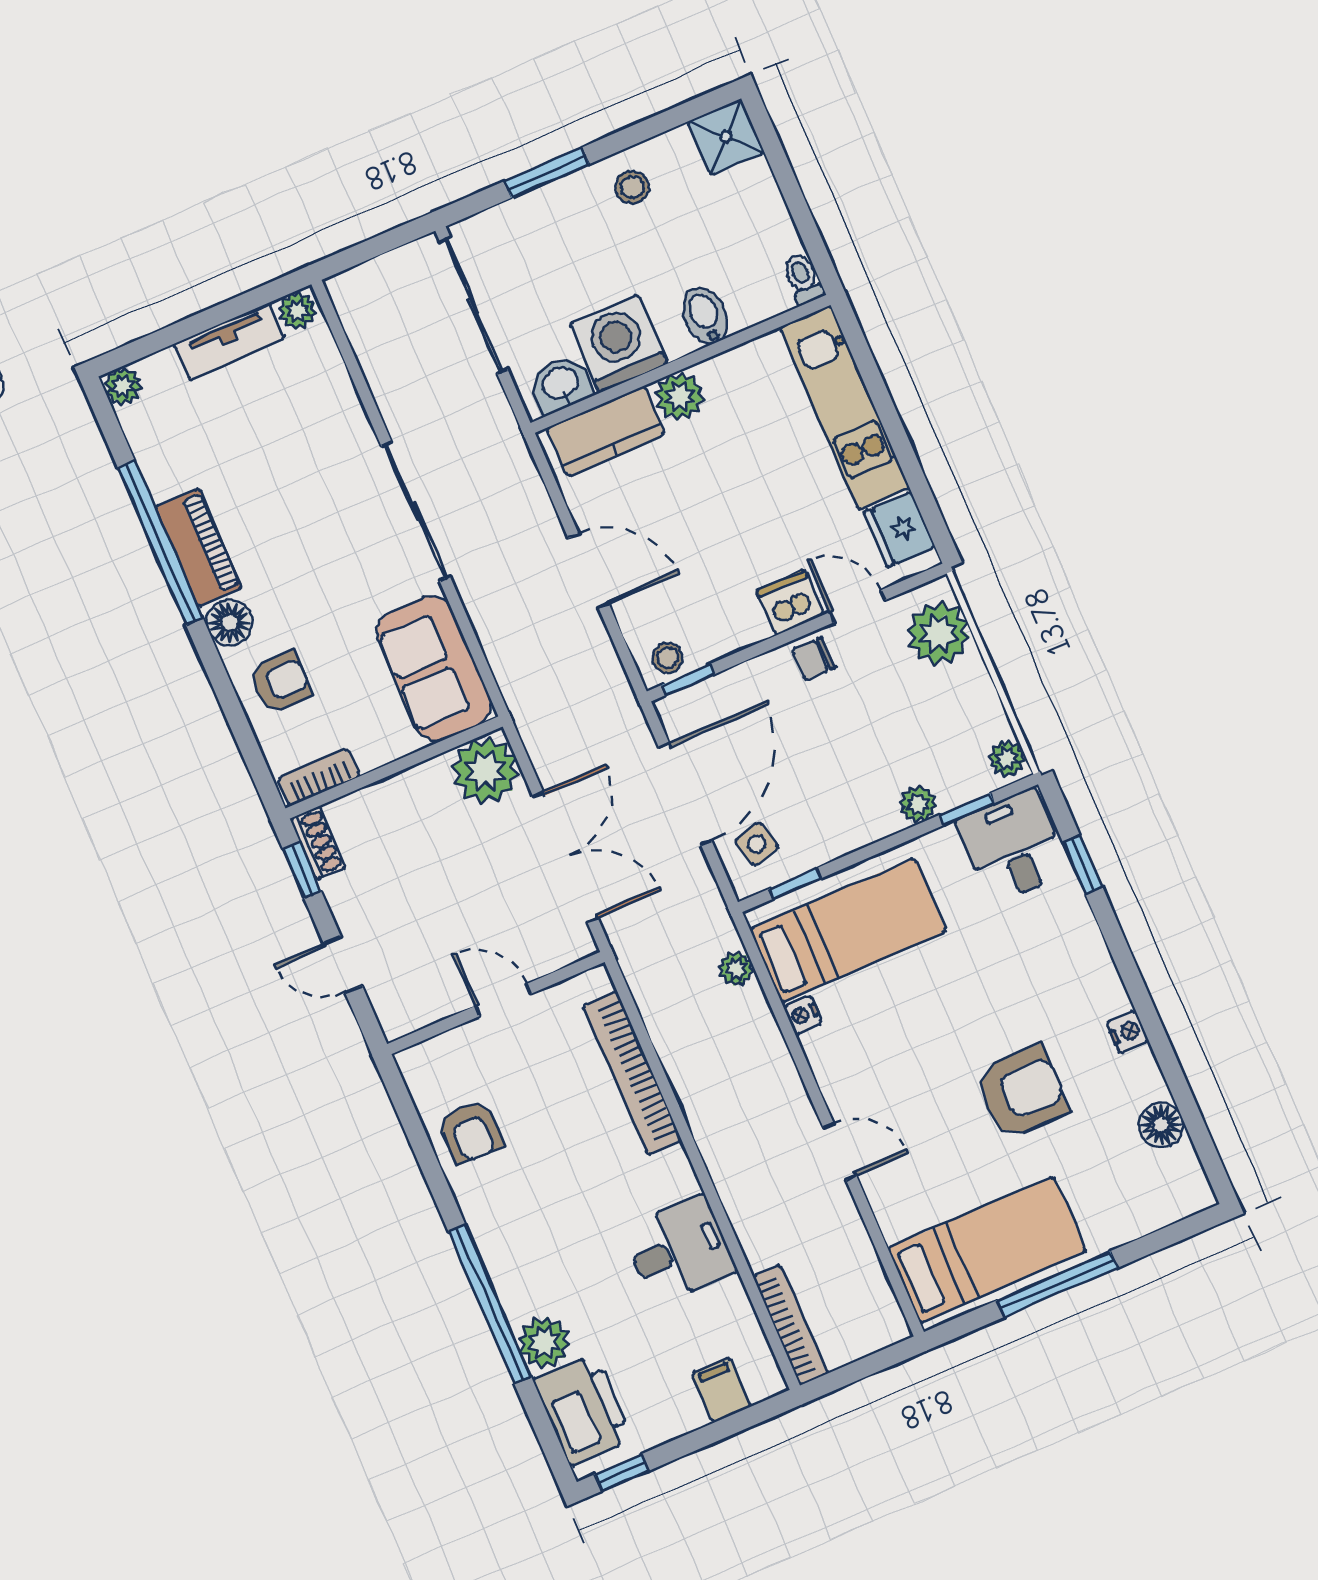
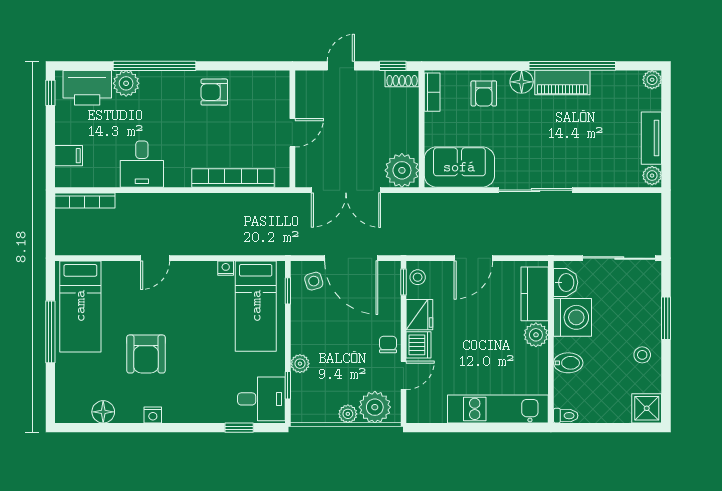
fridge: (899, 530) -> (419, 315), moved, turned 90
plant: (1007, 759) -> (348, 414), moved
plant: (736, 969) -> (260, 247), removed
armchair: (471, 1132) -> (214, 92), moved

